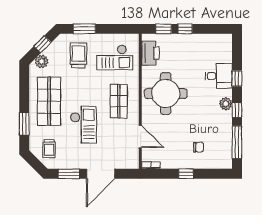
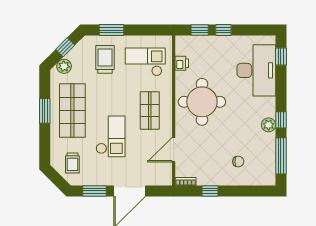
printer: (150, 53) -> (182, 63), width x0.53, depth x0.68
checkout: (115, 58) -> (145, 62), turned 180
desk: (219, 76) -> (256, 70), width x1.87, depth x1.30
window: (237, 78) -> (281, 57), moved
plant: (226, 104) -> (269, 125), moved
window: (24, 124) -> (45, 111), moved
door: (140, 136) -> (174, 150), swing flipped
window: (186, 174) -> (210, 191), moved

